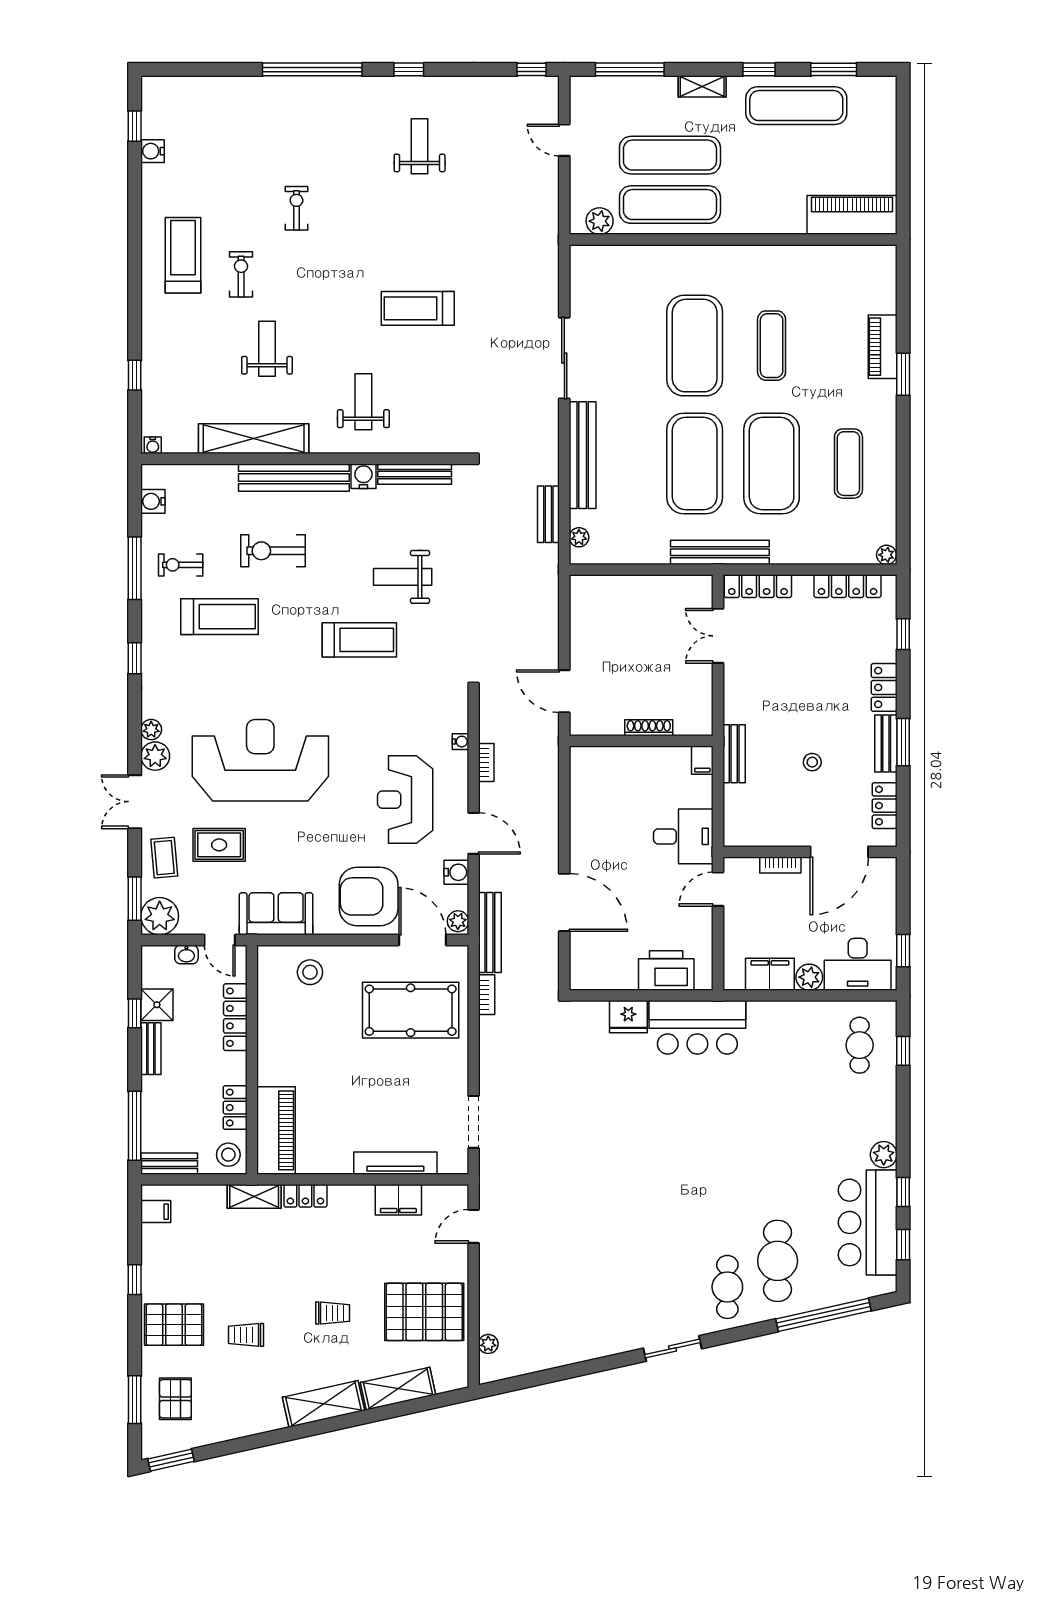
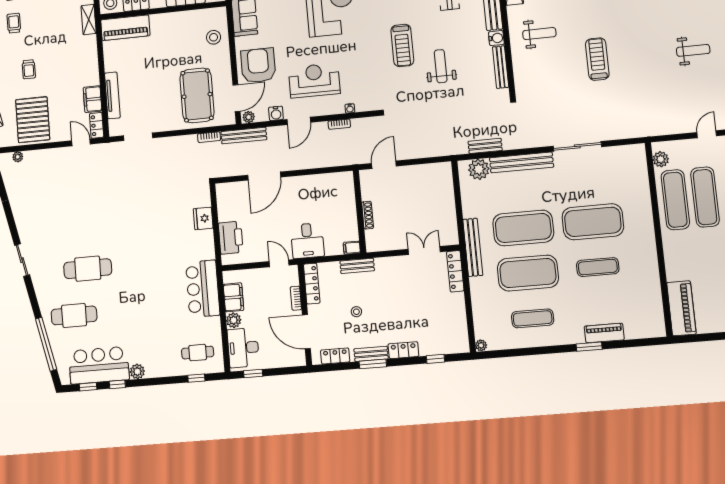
plant: (579, 537) -> (479, 169), width x1.88, depth x1.88
locker: (847, 586) -> (312, 284), moved, turned 180
bar counter: (697, 1027) -> (203, 289), moved
locker: (305, 1196) -> (97, 125), moved
cafe table: (727, 1287) -> (88, 269), moved, width x1.37, depth x1.35

